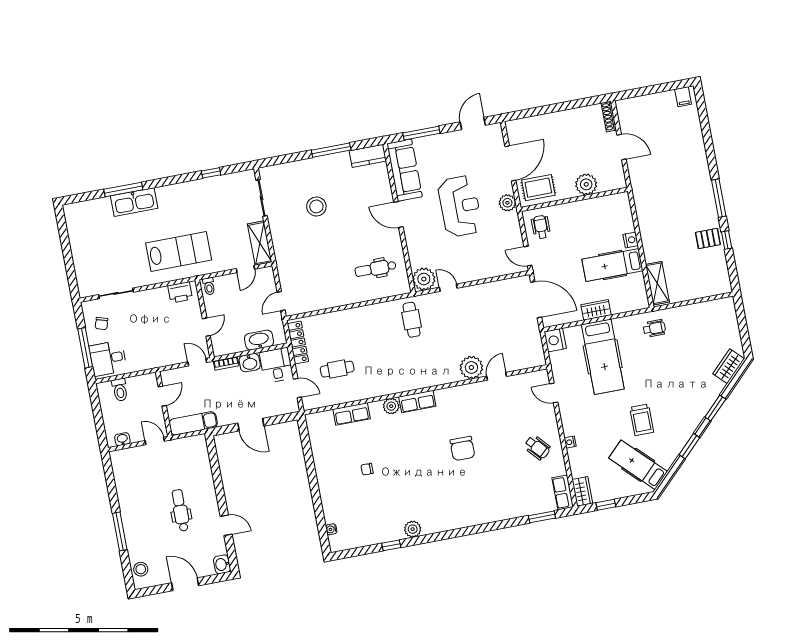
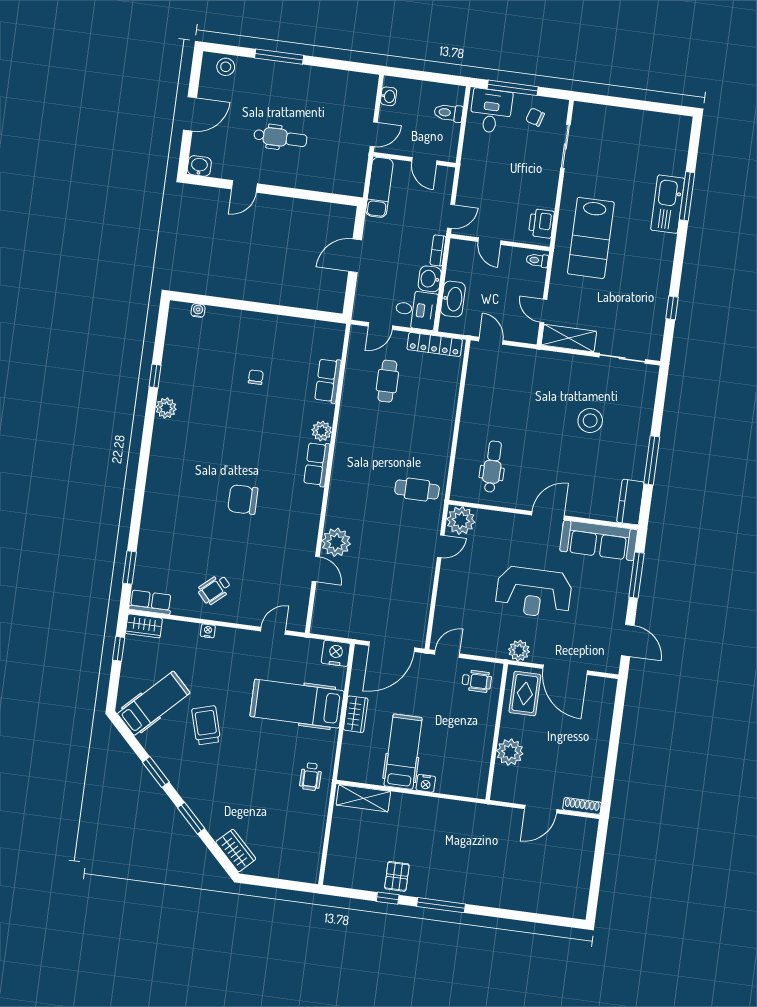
filing cabinet: (683, 97) -> (576, 903), removed
trolley: (642, 420) -> (206, 725), turned 74

